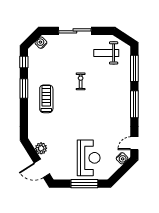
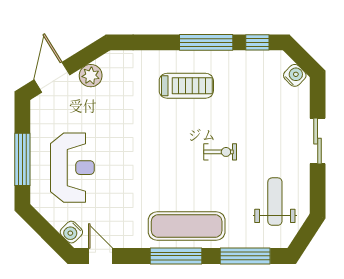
sliding door: (75, 31) -> (318, 141), width x0.73
window: (24, 89) -> (206, 42), width x1.44
exercise mat: (119, 99) -> (187, 226), added
reception desk: (89, 158) -> (72, 168), turned -90

